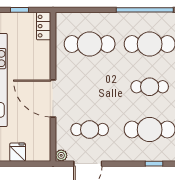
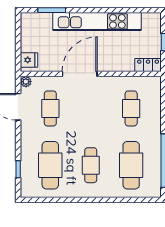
cafe table: (90, 44) -> (131, 108), width x0.73, depth x0.74
fridge: (18, 152) -> (29, 60), moved

